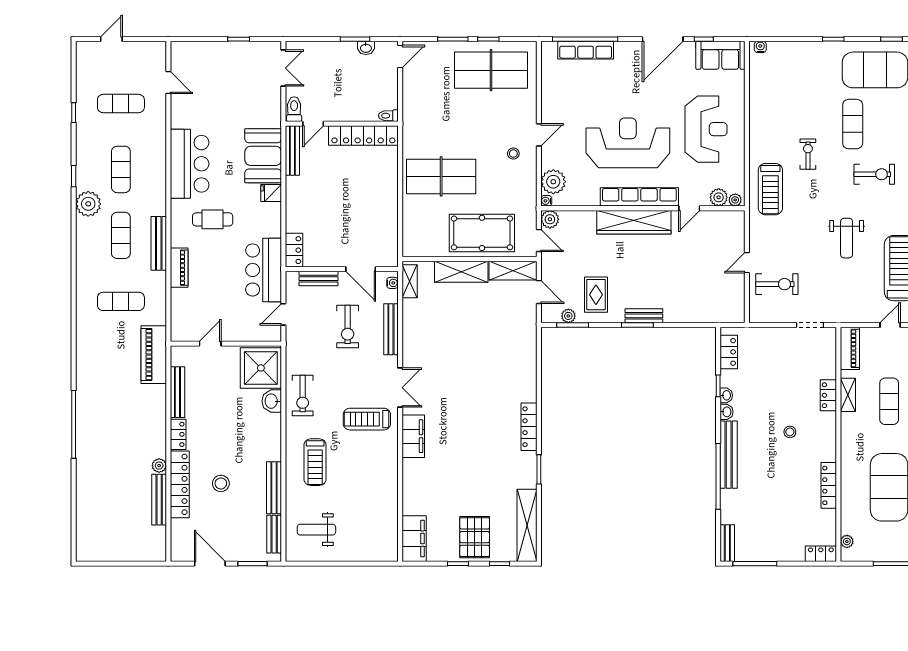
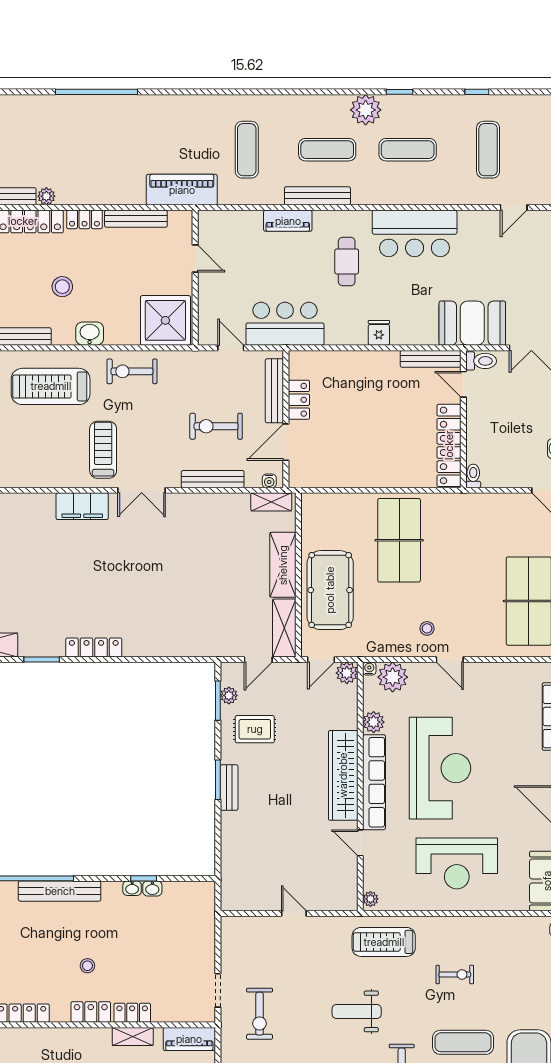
exercise bike: (808, 154) -> (455, 975), moved
booth: (263, 156) -> (472, 323), moved
plant: (719, 197) -> (374, 722), moved
weight bench: (847, 238) -> (357, 1011), moved
locker: (294, 250) -> (299, 400), moved, turned -90
bench: (319, 279) -> (274, 391), width x1.36
exercise bike: (777, 284) -> (260, 1014), moved
locker: (729, 352) -> (91, 1012), moved, turned 180
washbasin: (272, 401) -> (90, 334), moved
washbasin: (727, 412) -> (152, 888), moved
treadmill: (315, 462) -> (51, 386), width x1.37, depth x1.38
stool: (221, 483) -> (62, 287), moved

